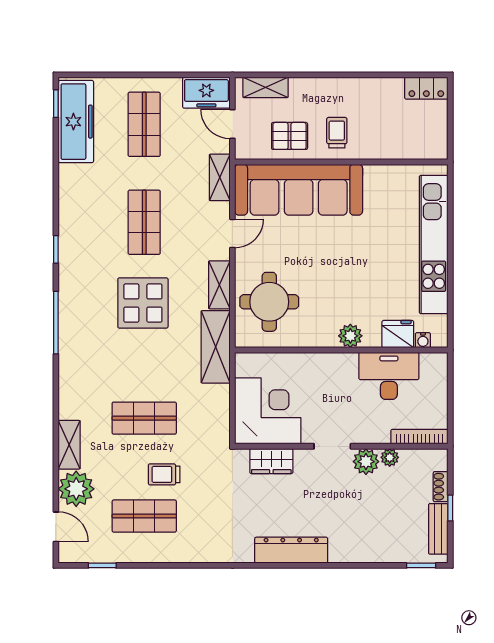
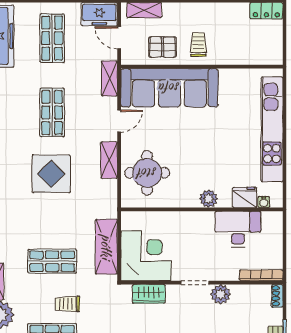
shelving: (216, 347) -> (106, 247), moved
plant: (390, 457) -> (239, 291), removed
shoe rack: (441, 487) -> (277, 296), moved

